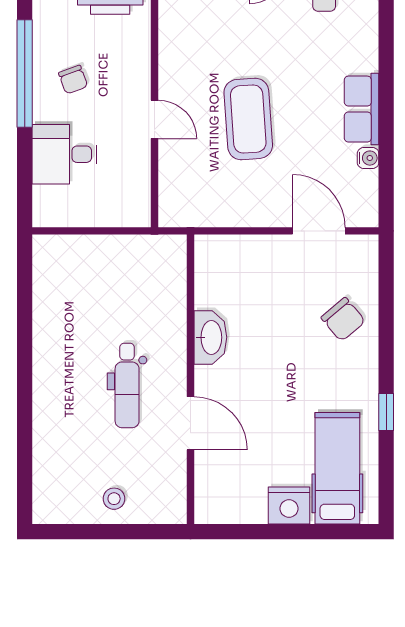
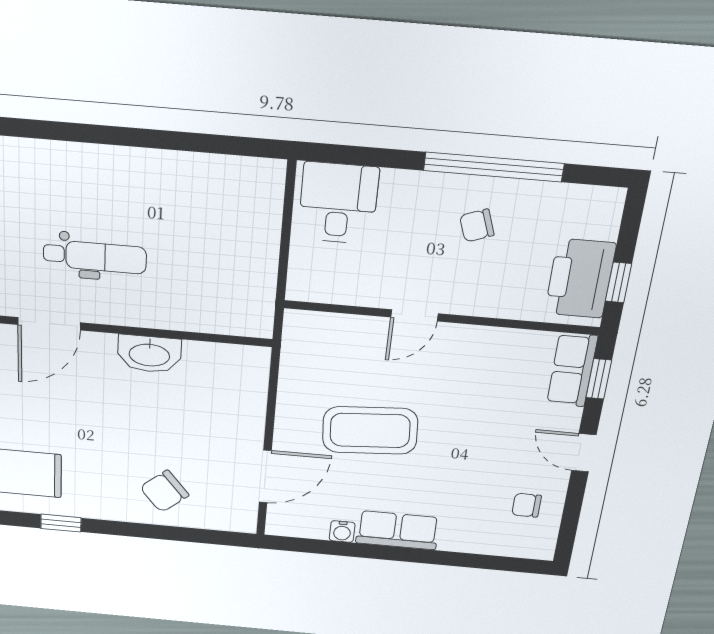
coffee table: (248, 119) -> (370, 430), moved
desk: (64, 154) -> (338, 203), moved
dental chair: (127, 386) -> (95, 257), turned 180

